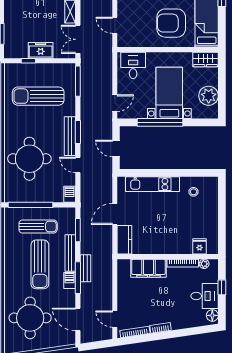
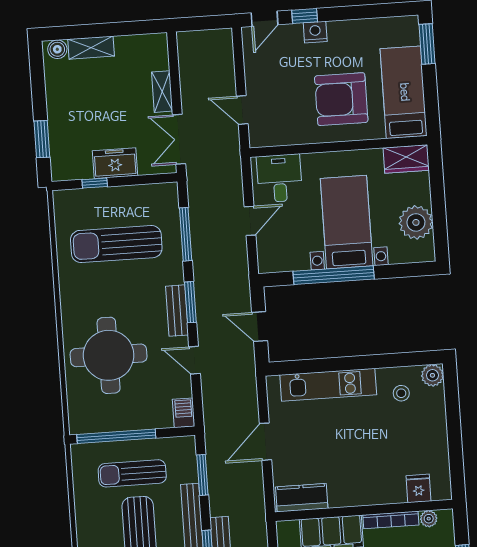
window: (78, 81) -> (186, 234), moved
door: (115, 103) -> (250, 221), moved
bench: (70, 136) -> (177, 311), width x0.73
plant: (212, 183) -> (432, 375), added
sun lounger: (38, 227) -> (132, 473), turned 180
kitchen counter: (124, 240) -> (302, 498), moved, turned -90

